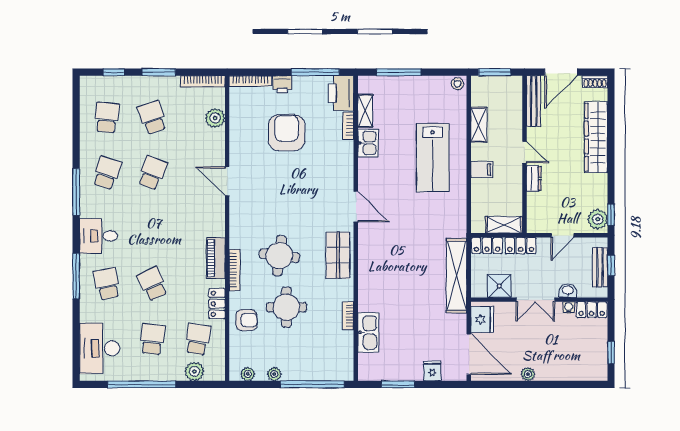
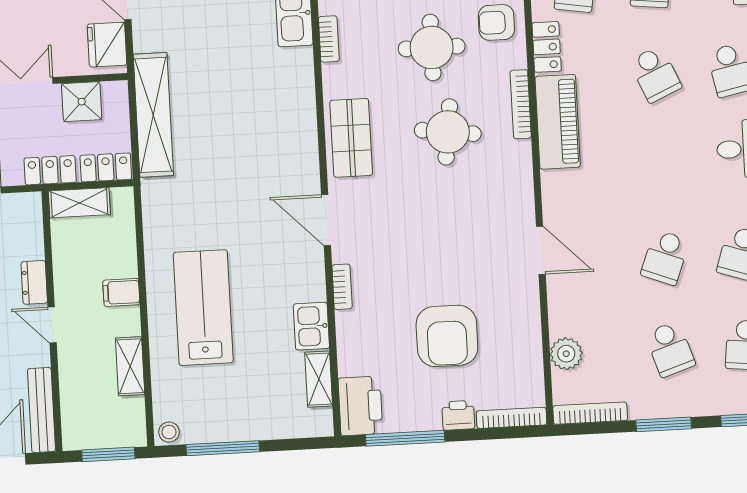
window: (399, 72) -> (223, 448), moved
bookcase: (348, 126) -> (342, 287), moved
piano: (216, 258) -> (558, 122), width x1.37, depth x1.33

